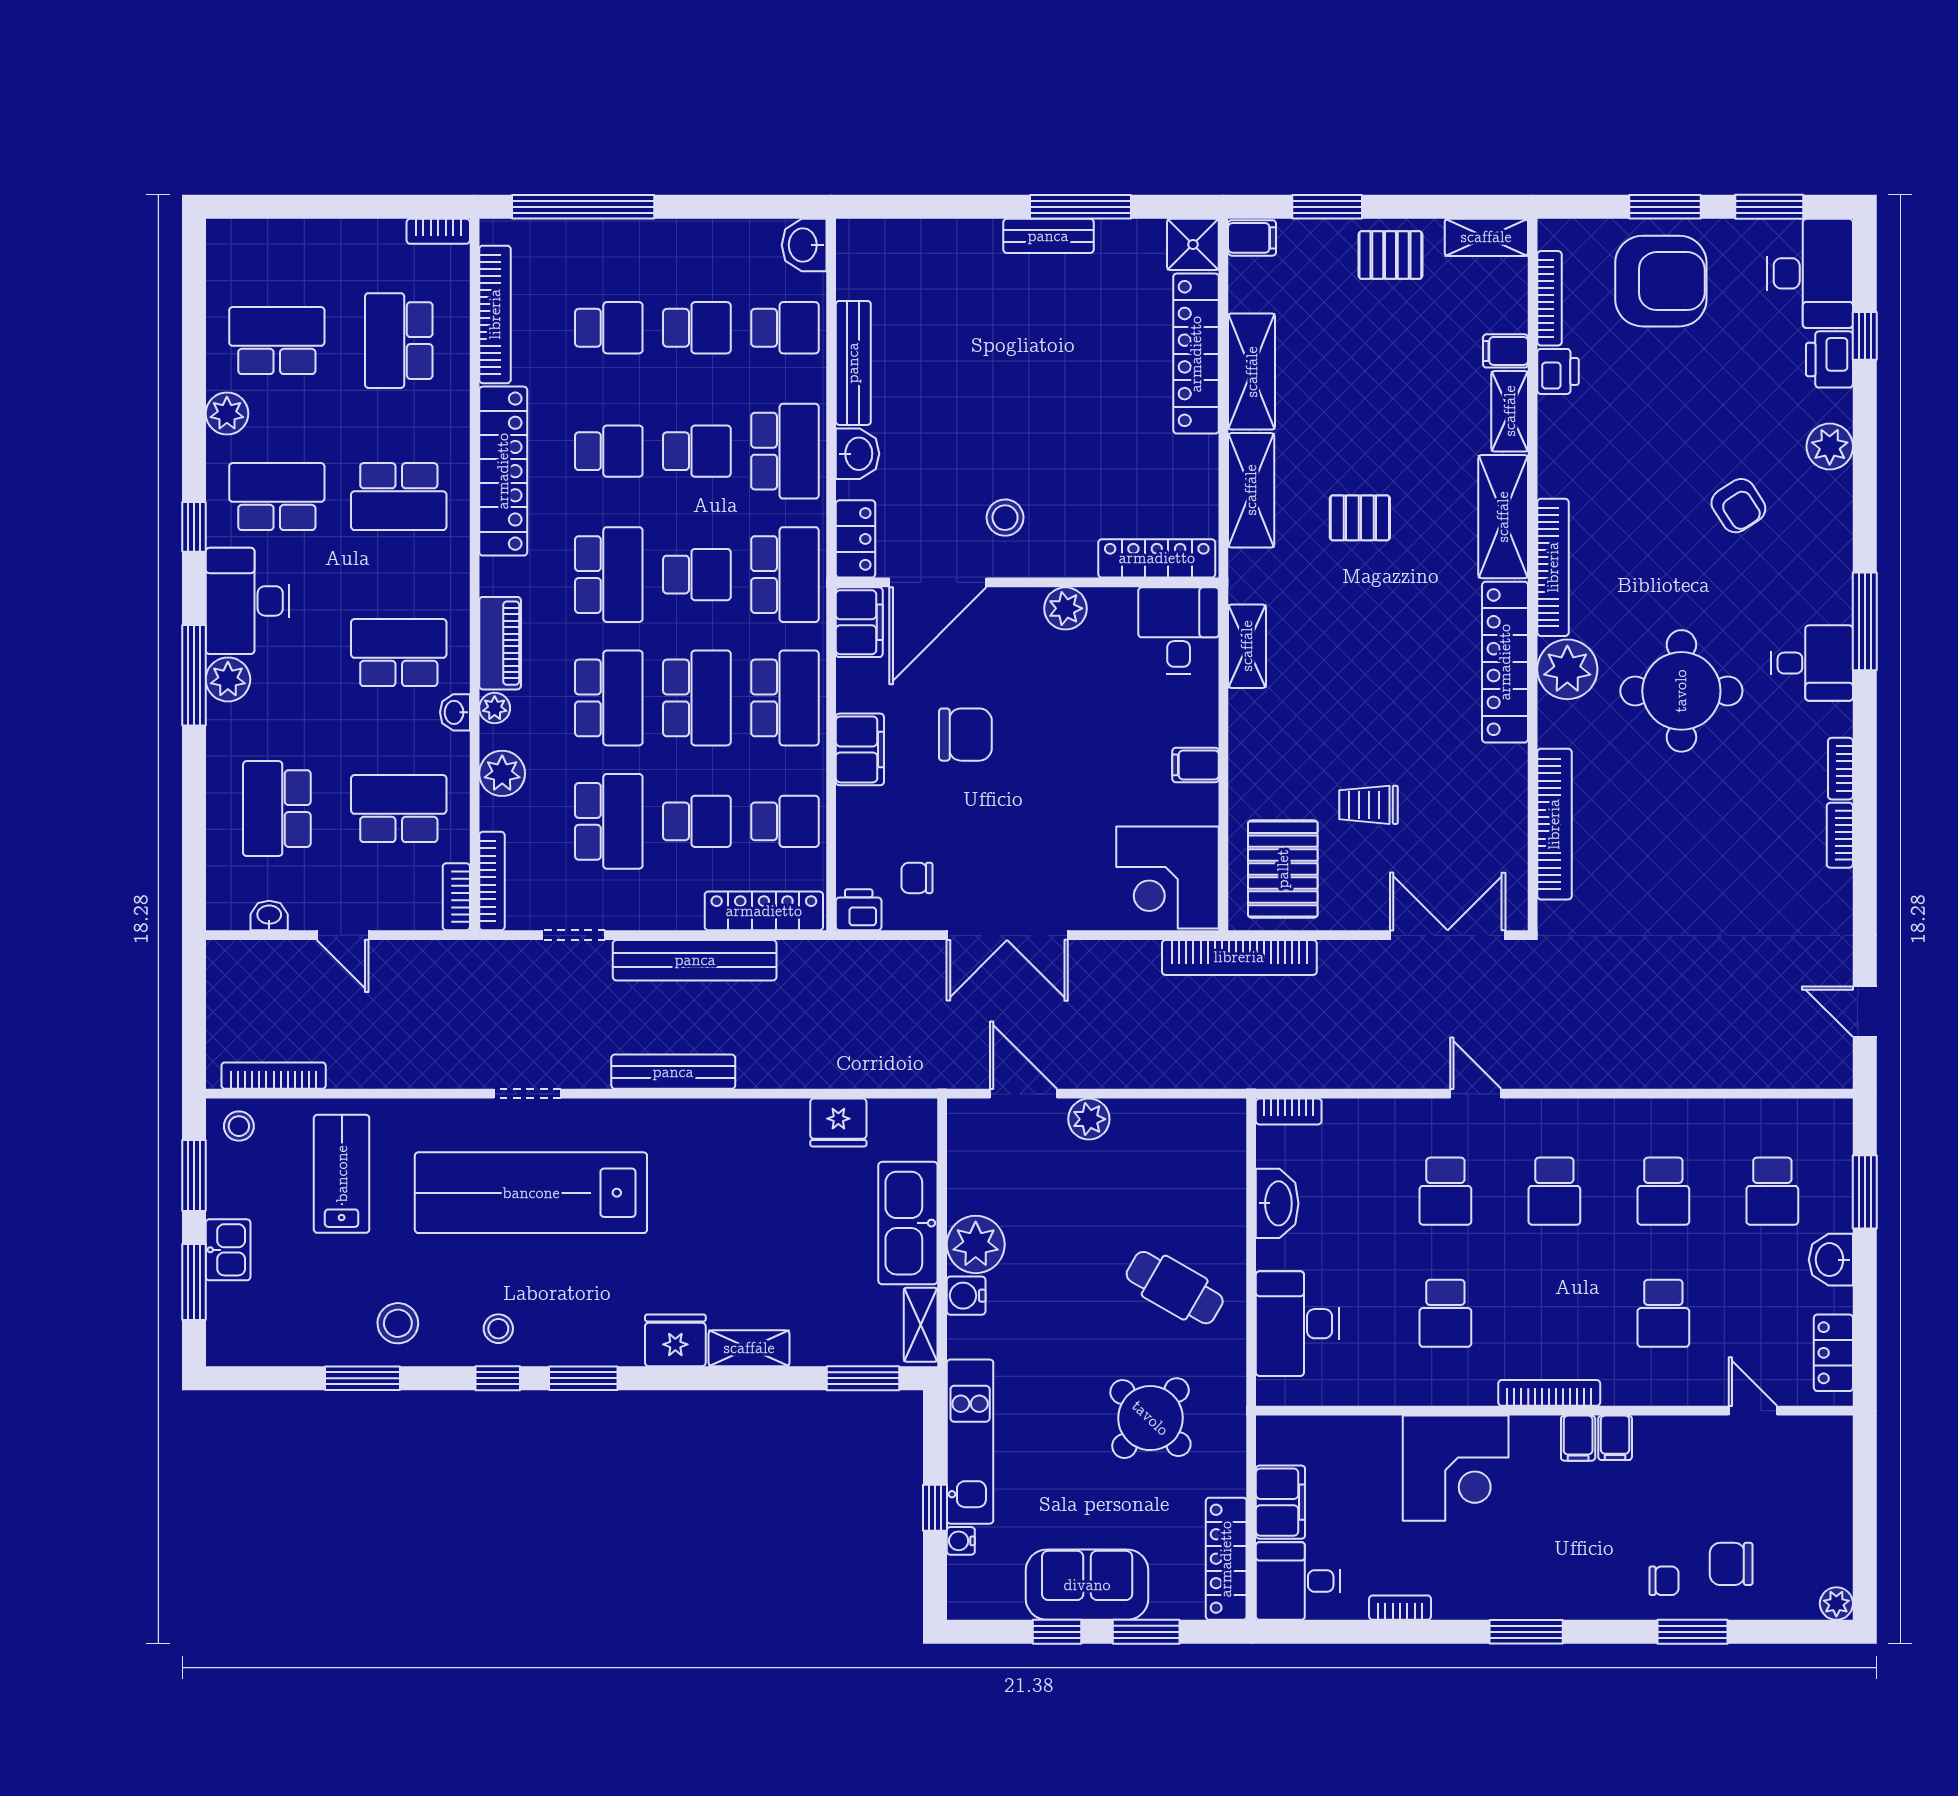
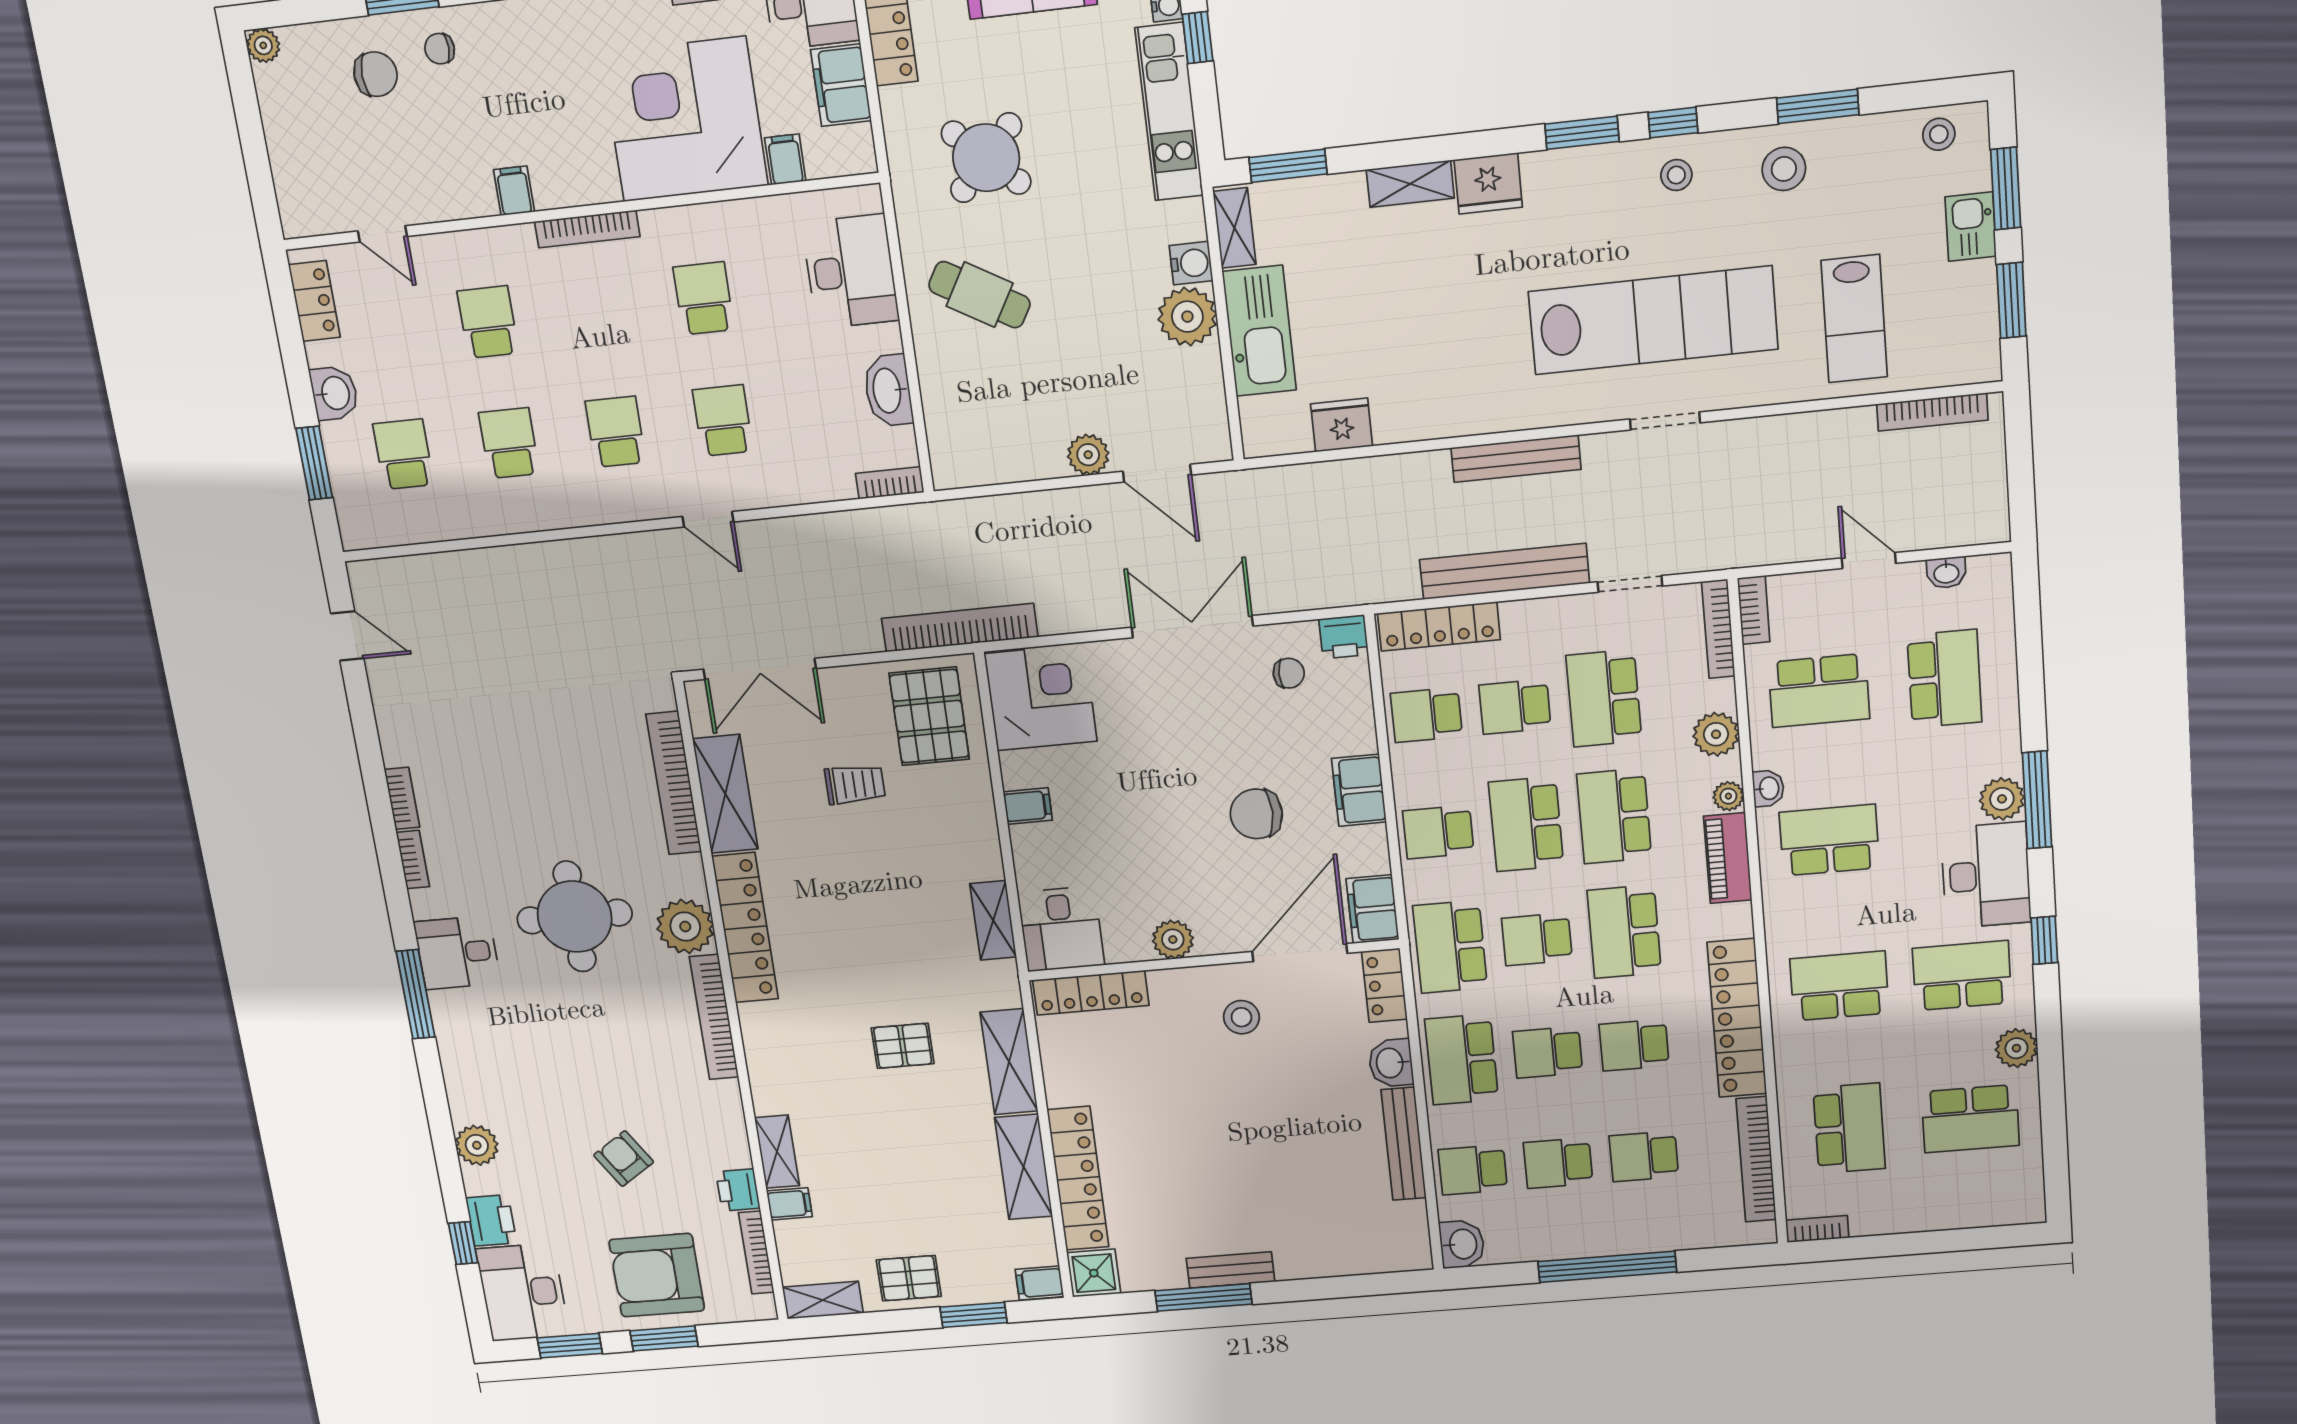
window: (583, 207) -> (1607, 1267), moved
school desk: (277, 497) -> (1962, 976), turned 180
armchair: (1738, 506) -> (624, 1159), moved
shelving: (1503, 517) -> (725, 794), moved
school desk: (399, 653) -> (1829, 840), turned 180
school desk: (785, 698) -> (1438, 832), width x0.54
stool: (239, 1126) -> (1939, 134), moved
filing cabinet: (1578, 1438) -> (785, 159), moved
corner desk: (1456, 1468) -> (685, 119), width x1.36, depth x1.36

